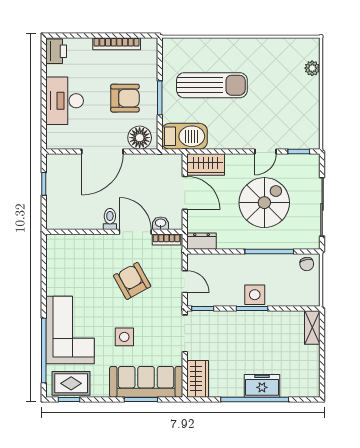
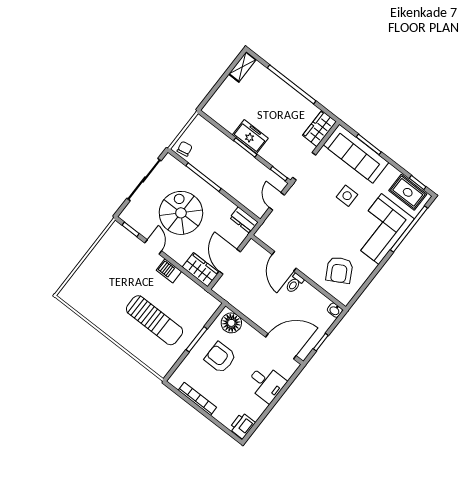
plant: (312, 68) -> (77, 279), removed
sun lounger: (212, 85) -> (154, 320), turned 180
desk: (65, 101) -> (266, 383), width x0.73
barbecue: (185, 136) -> (169, 271), moved, width x0.53, depth x0.65
door: (102, 152) -> (281, 346), moved
door: (266, 152) -> (153, 247), hinge flipped
spiral stairs: (264, 203) -> (181, 213), turned 90
washbasin: (161, 223) -> (335, 310), moved
bookcase: (166, 240) -> (267, 240), removed
armchair: (132, 281) -> (339, 270), moved
side table: (255, 295) -> (236, 155), removed
shelving: (312, 328) -> (242, 67), moved
freezer: (262, 386) -> (250, 137), moved, turned 180

